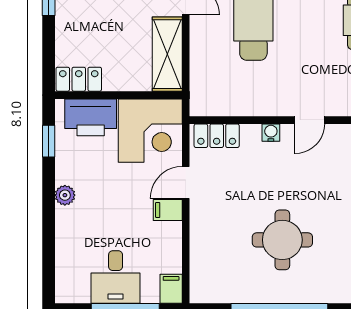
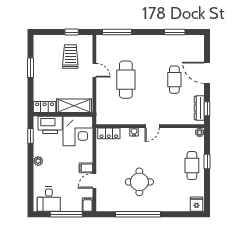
shelving: (167, 54) -> (74, 106), moved, turned 90
door: (186, 182) -> (94, 181), moved
desk: (116, 277) -> (49, 199), moved

